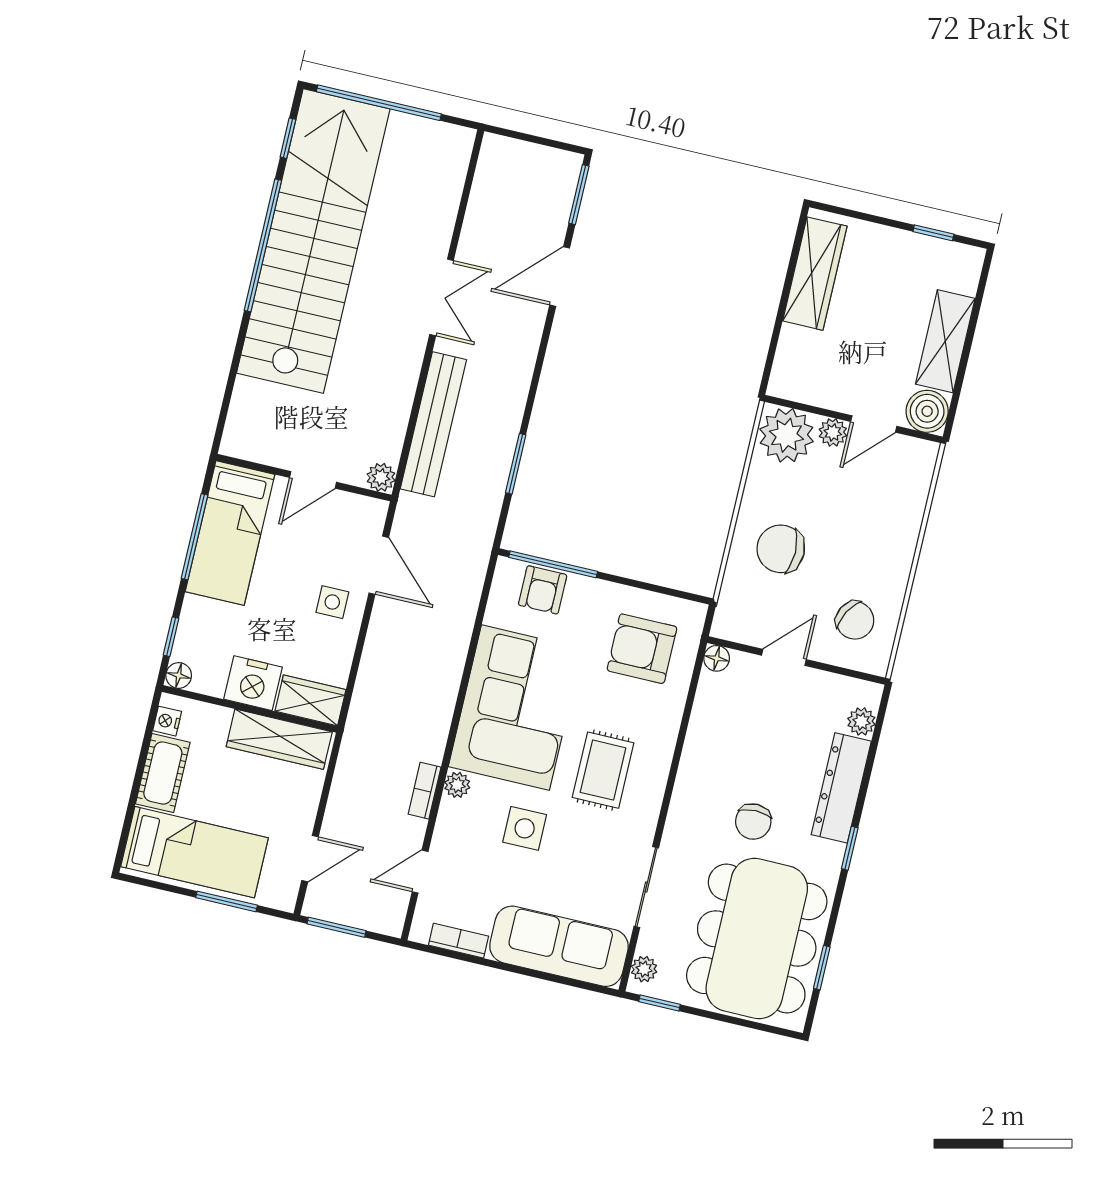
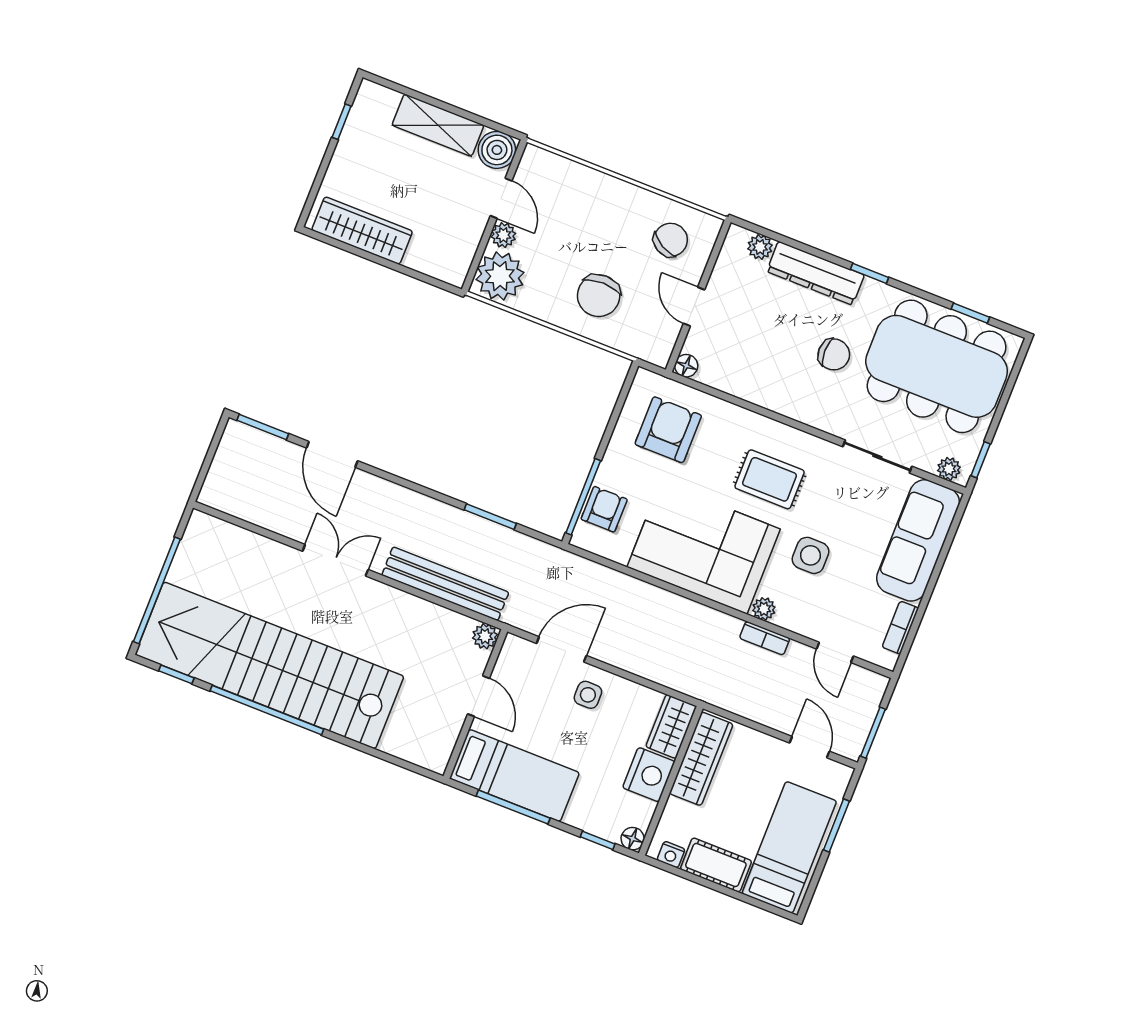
armchair: (543, 590) -> (604, 509), turned -90
armchair: (642, 649) -> (668, 430), turned 180

